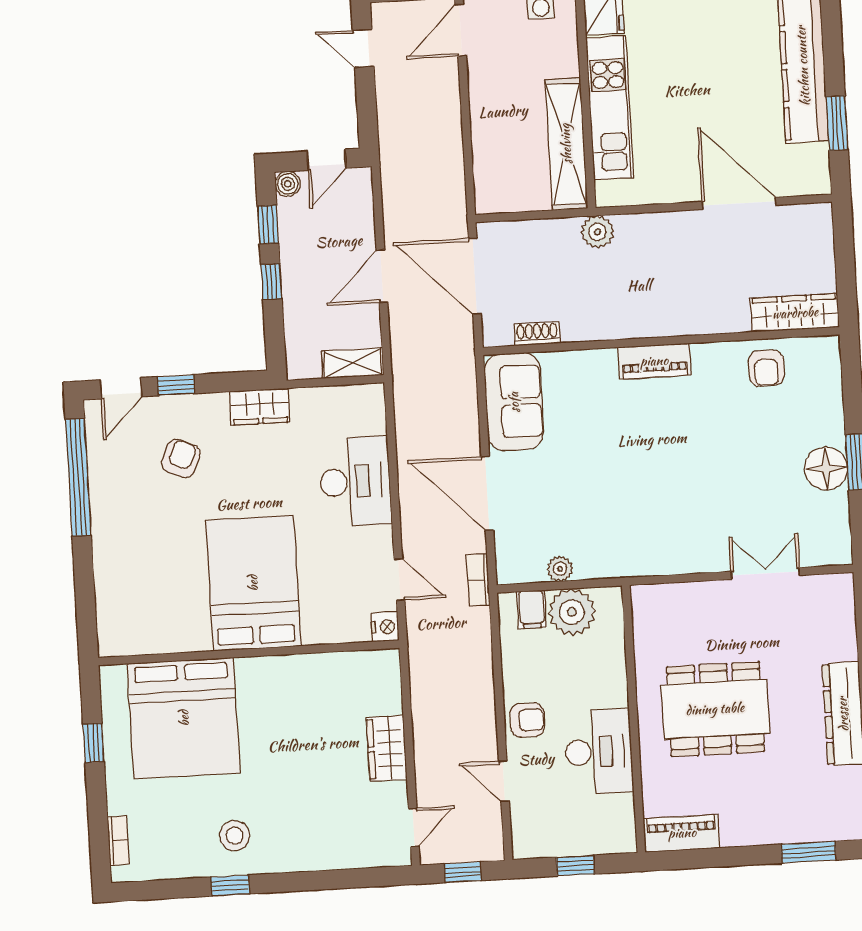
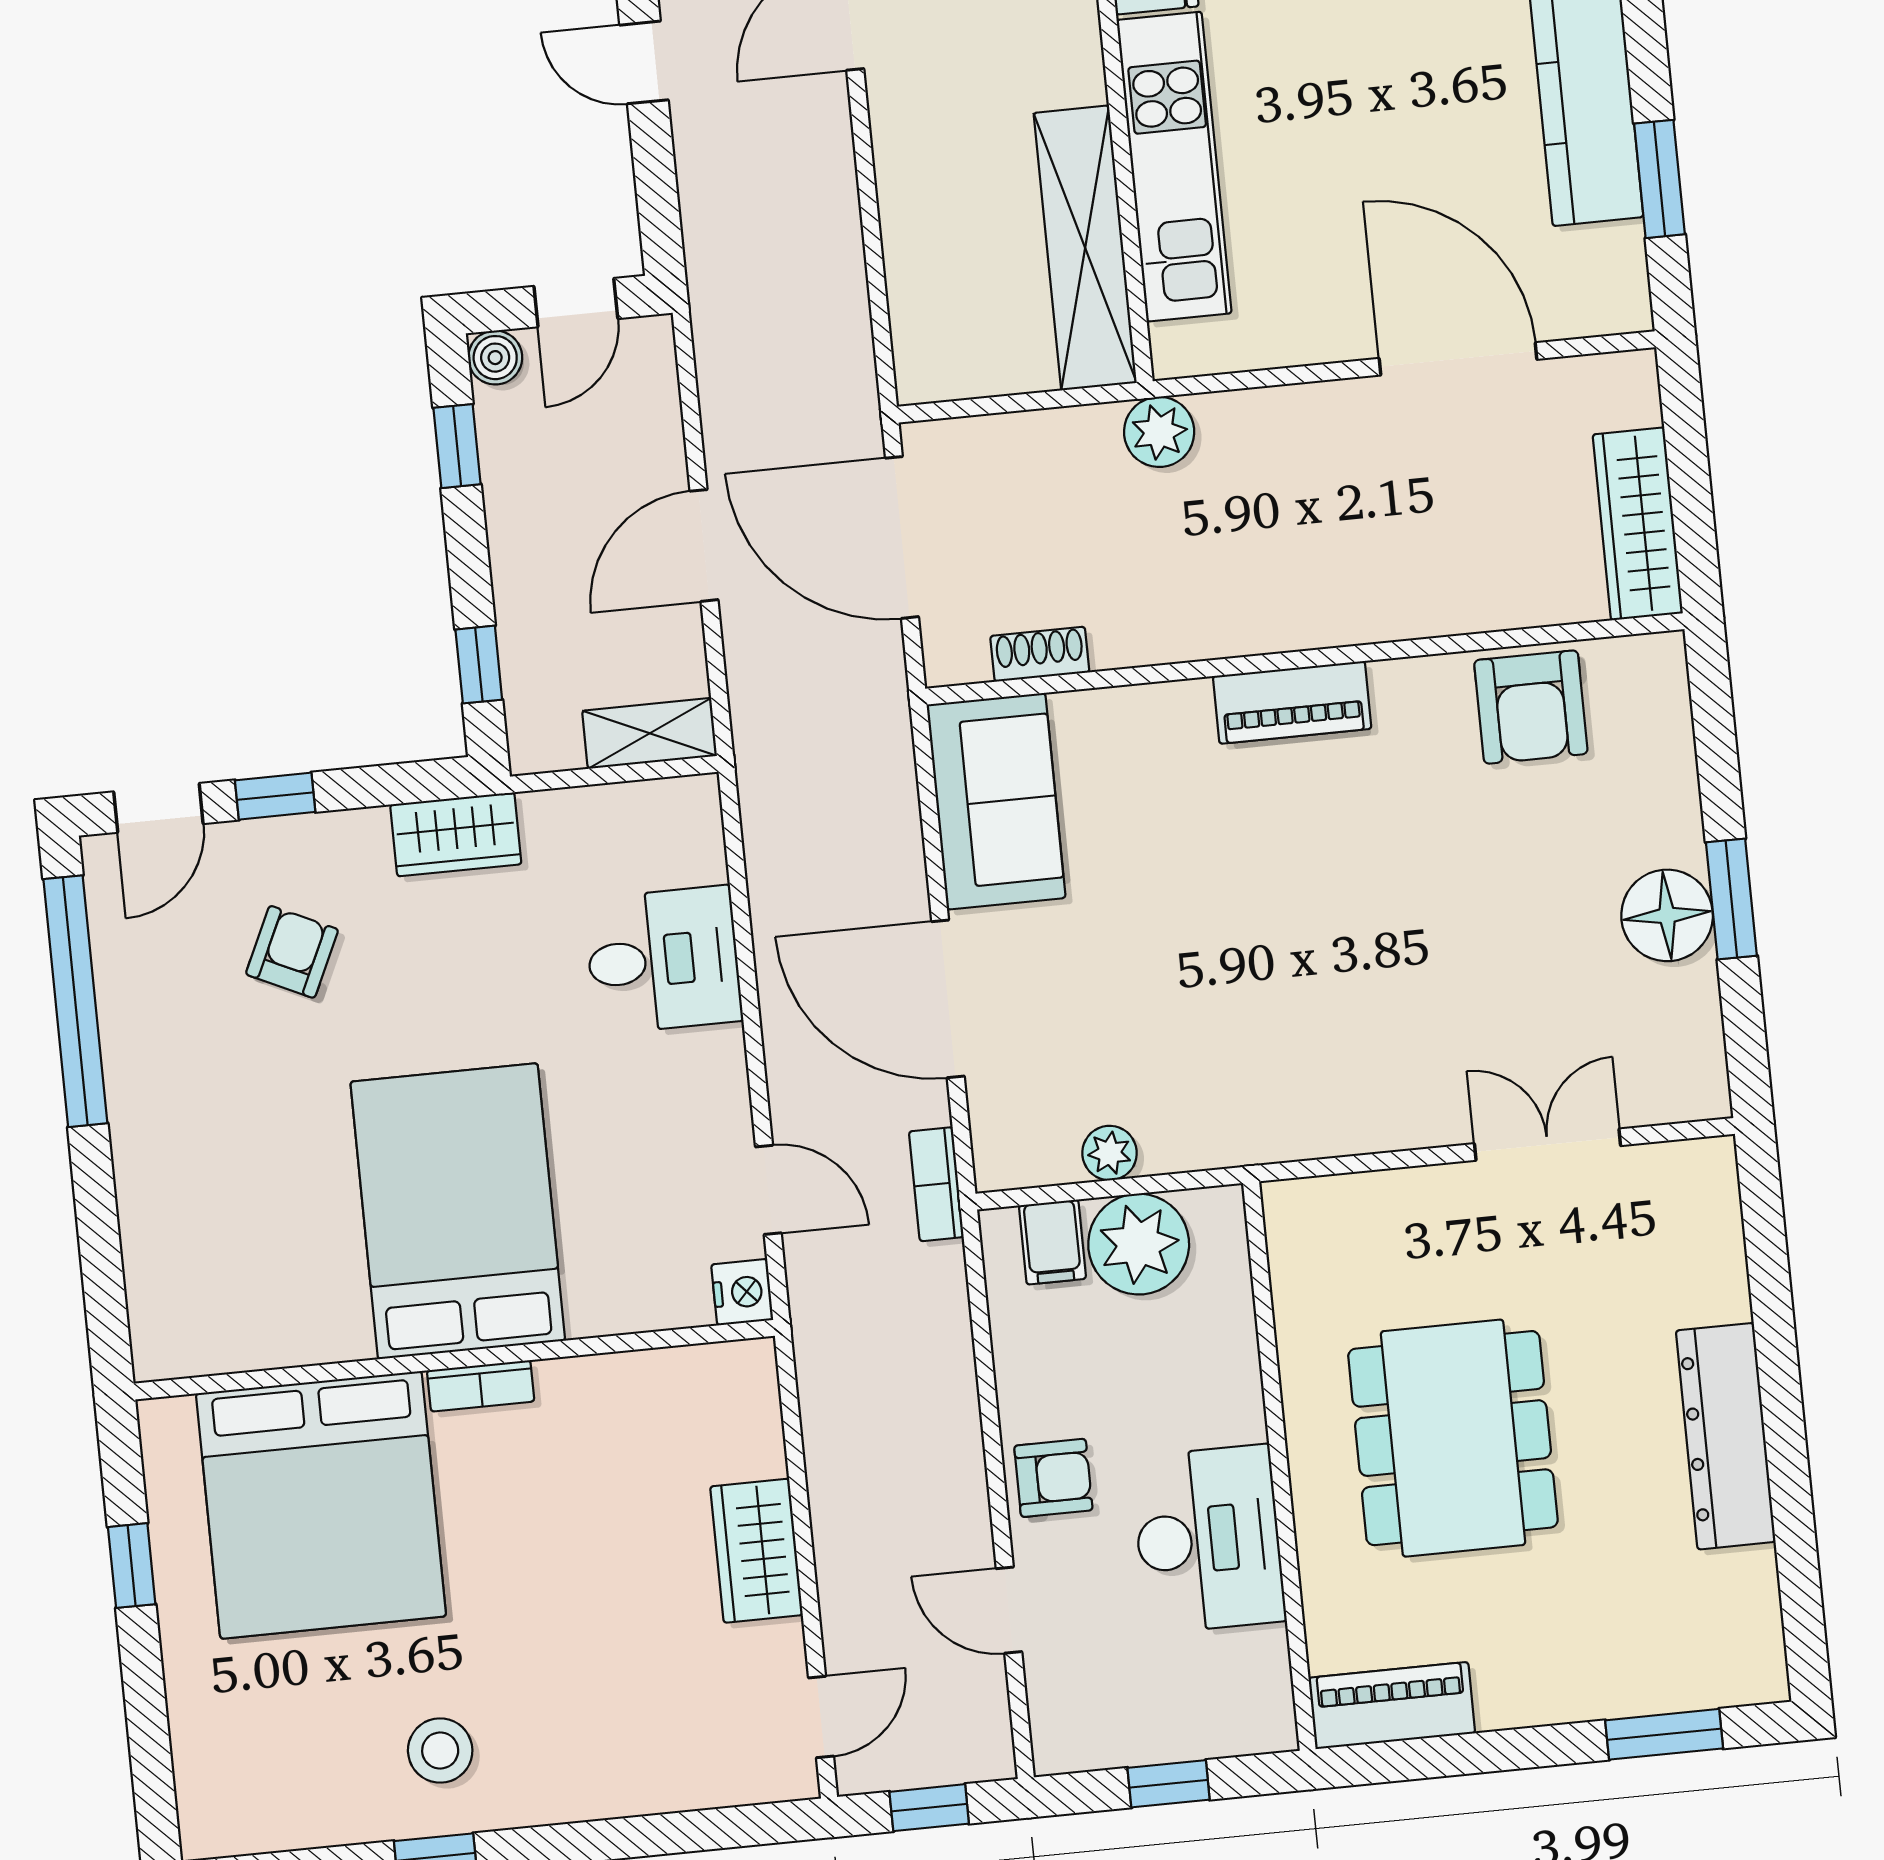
window: (271, 281) -> (479, 665), moved
wardrobe: (795, 313) -> (1638, 524), moved, turned -90
armchair: (766, 368) -> (1531, 707), width x1.38, depth x1.38
desk: (355, 481) -> (663, 960), width x0.73
dining table: (715, 709) -> (1453, 1438), turned 90
bookcase: (118, 840) -> (481, 1386), moved, turned 90

